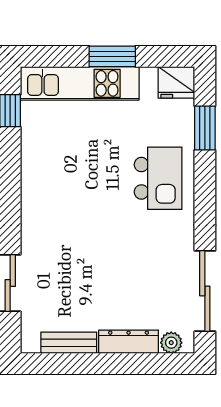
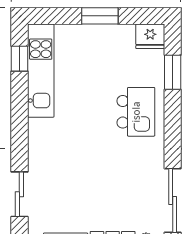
kitchen unit: (80, 83) -> (41, 71), moved, turned -90

